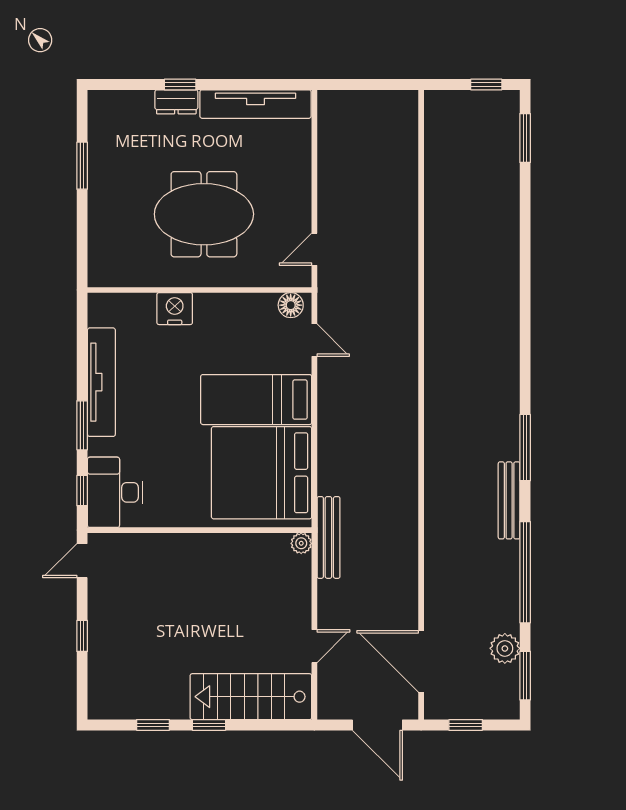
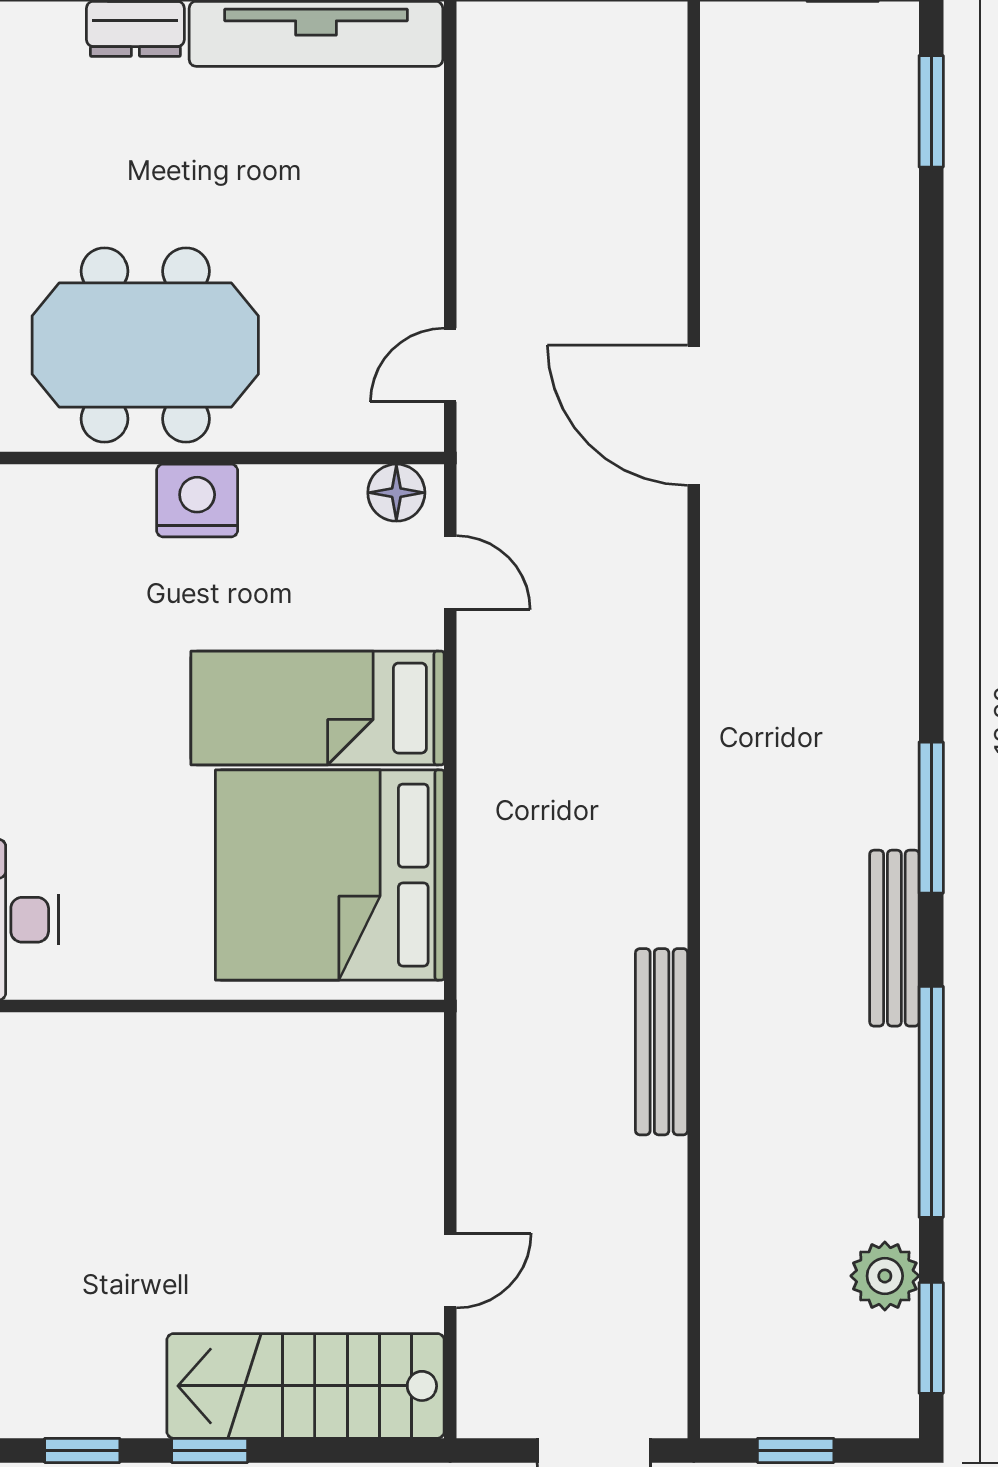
meeting table: (204, 214) -> (145, 345), moved
nightstand: (175, 309) -> (197, 501), moved
bench: (328, 537) -> (662, 1042), moved
plant: (301, 543) -> (420, 1036), removed
door: (421, 661) -> (694, 415), moved

